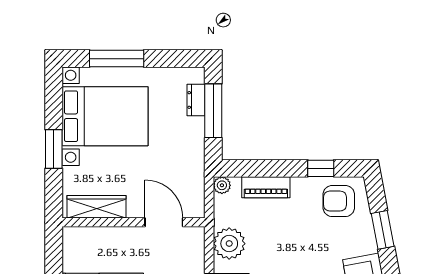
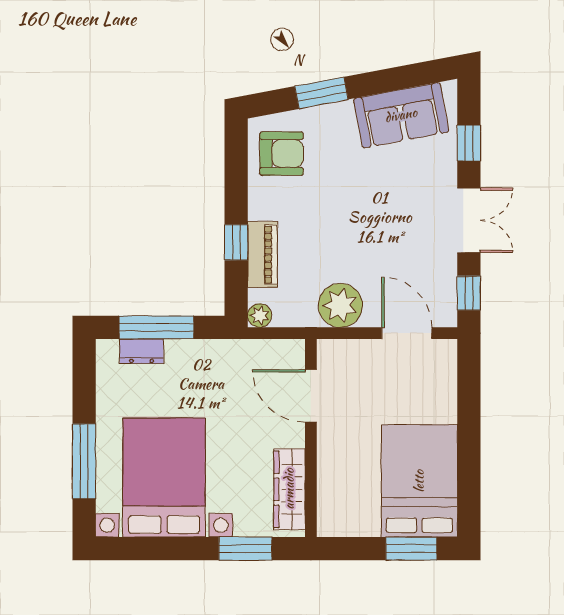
window: (54, 149) -> (245, 549), moved
window: (321, 168) -> (236, 242), moved
armchair: (339, 201) -> (282, 154), turned -90
door: (164, 222) -> (311, 396), hinge flipped

